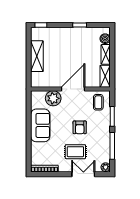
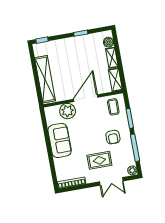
shelving: (37, 56) -> (45, 79), width x1.47
armchair: (80, 127) -> (113, 137), moved
double door: (83, 174) -> (111, 181), swing flipped

